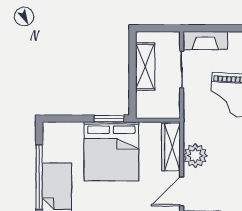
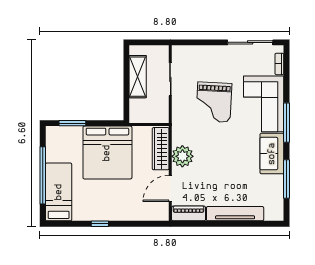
fireplace: (205, 41) -> (192, 53), removed
window: (109, 119) -> (72, 123), moved

